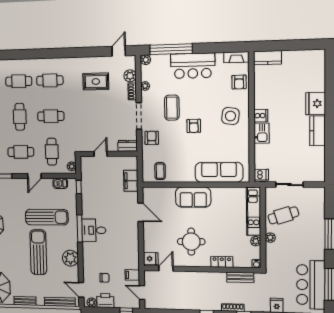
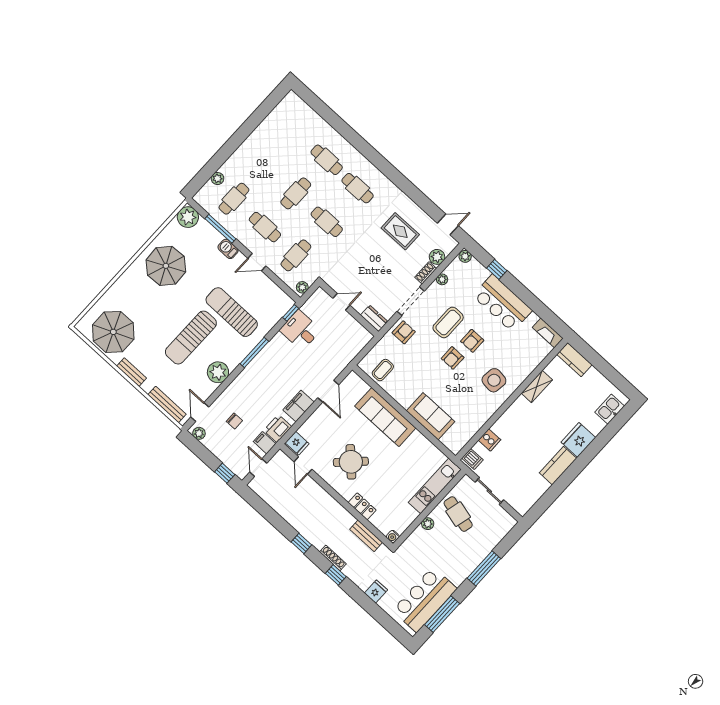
window: (171, 49) -> (497, 269), width x0.32
armchair: (239, 82) -> (472, 341), moved
shelving: (260, 95) -> (537, 387), added
cooker: (261, 116) -> (490, 440), moved
kitchen sink: (262, 133) -> (610, 409), moved, turned 180
sofa: (219, 172) -> (431, 416), width x0.73
filing cabinet: (131, 181) -> (299, 406), moved
barbecue: (60, 183) -> (228, 249), moved
sofa: (193, 197) -> (385, 417), width x1.36
cafe table: (283, 215) -> (458, 514), turned 32
sun lounger: (47, 217) -> (232, 312), turned 180
desk: (94, 230) -> (300, 330), moved
plant: (256, 241) -> (411, 515), removed
round table: (191, 242) -> (351, 462), turned 45
sun lounger: (38, 252) -> (191, 338), turned 180
door: (166, 269) -> (303, 465), swing flipped
printer: (105, 301) -> (278, 429), moved, turned -90

